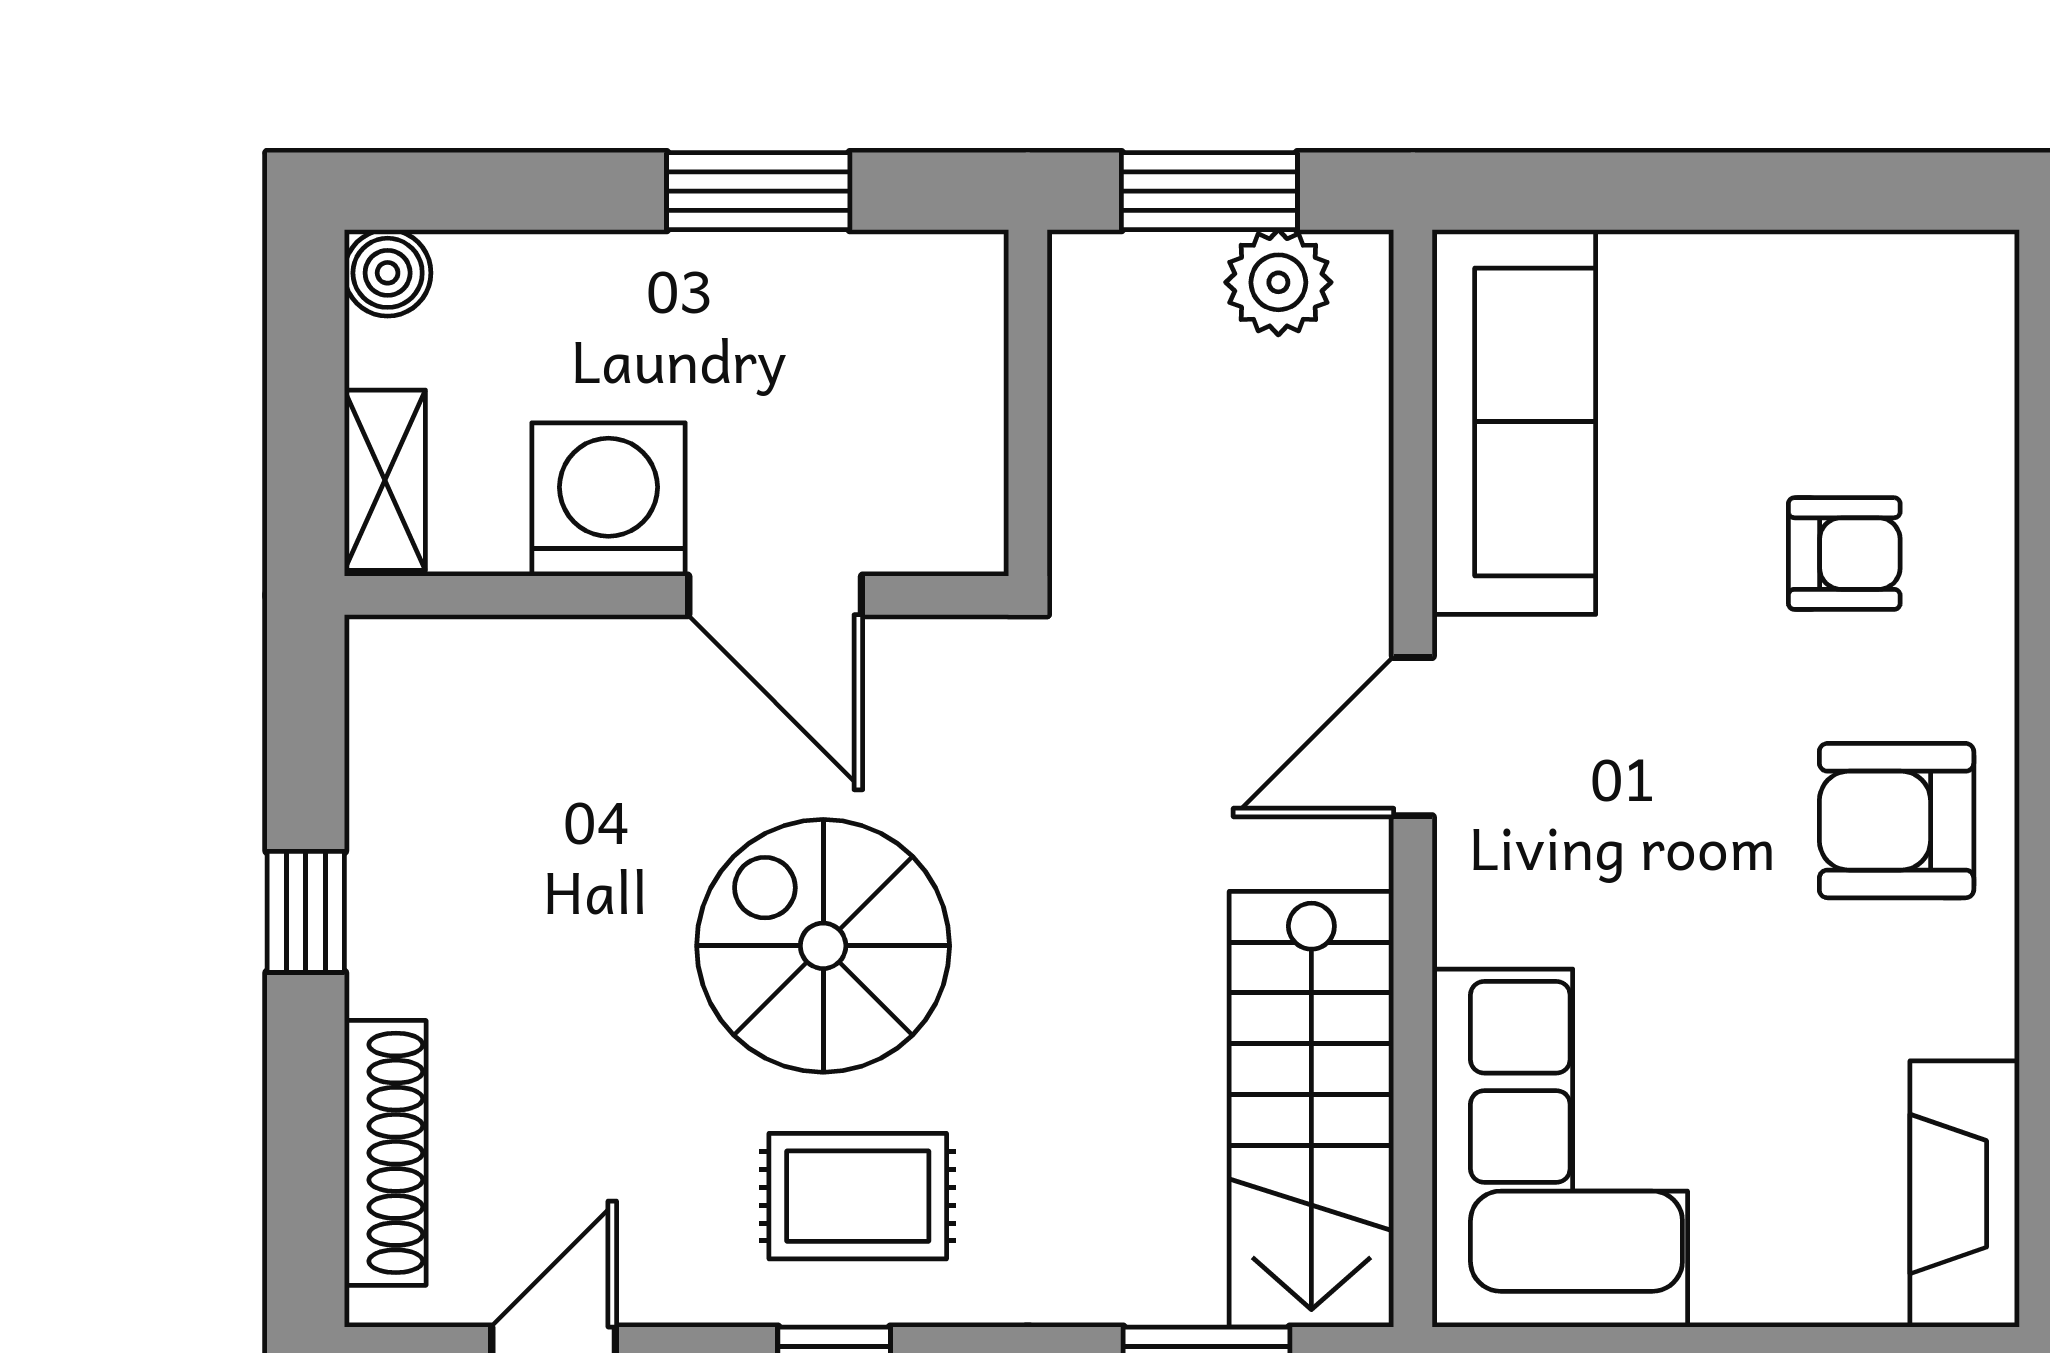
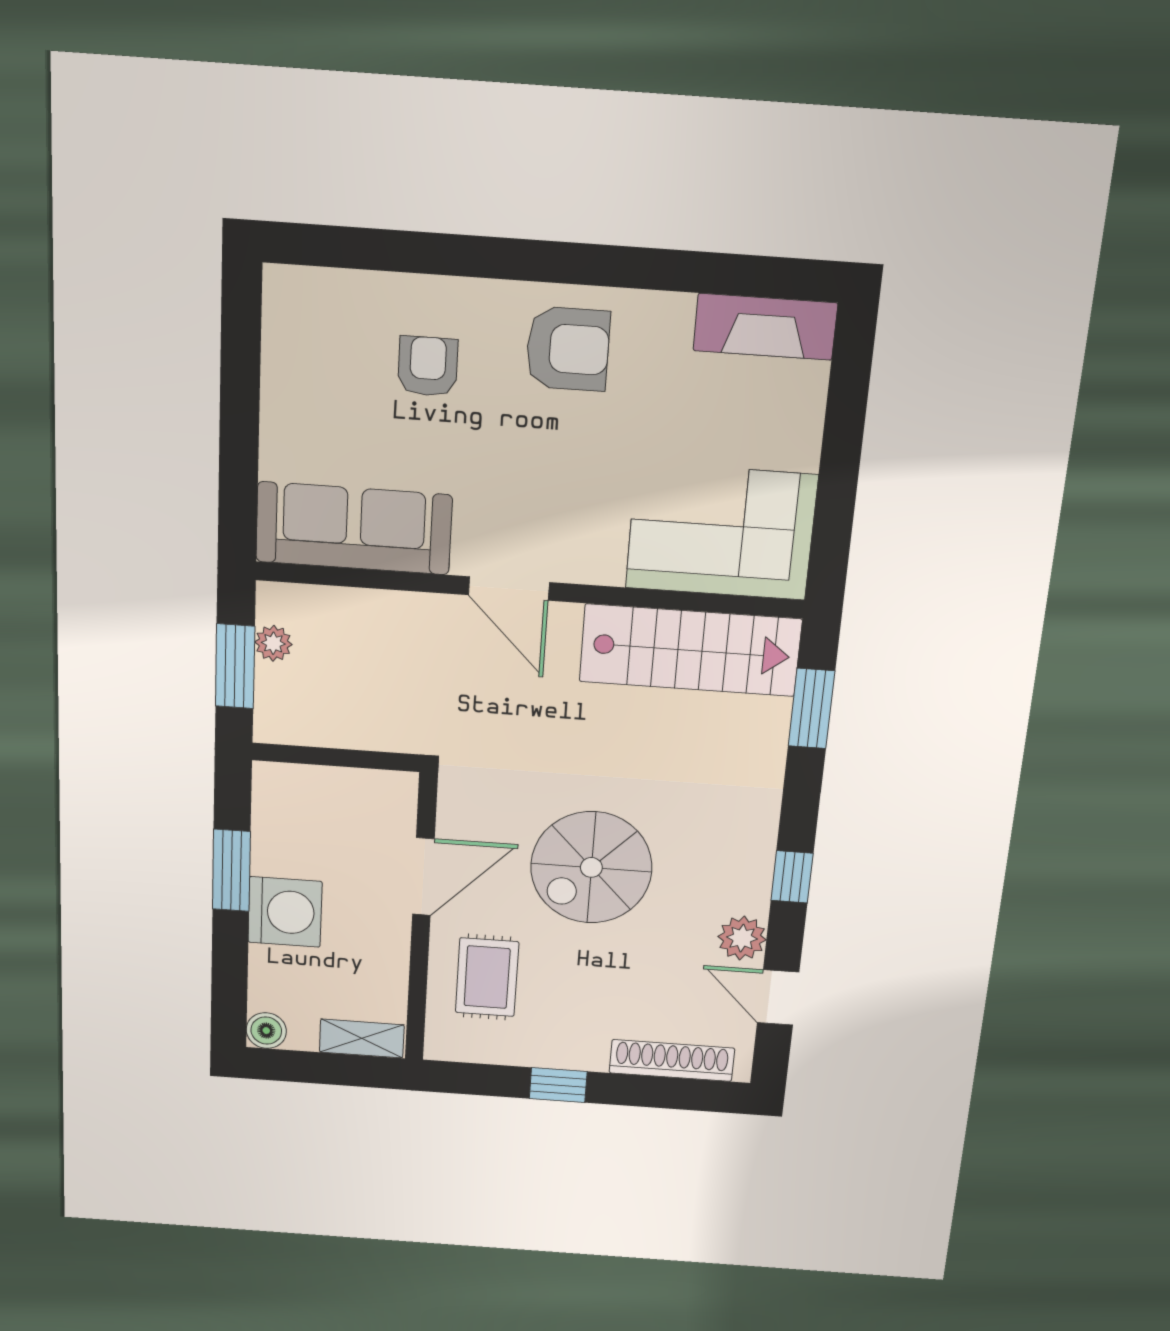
plant: (1278, 282) -> (273, 643), width x0.73, depth x0.73
washing machine: (608, 499) -> (285, 912), moved, turned 180
armchair: (1897, 821) -> (568, 349), turned -90
rug: (858, 1196) -> (487, 977), moved
plant: (686, 1275) -> (742, 938), added

